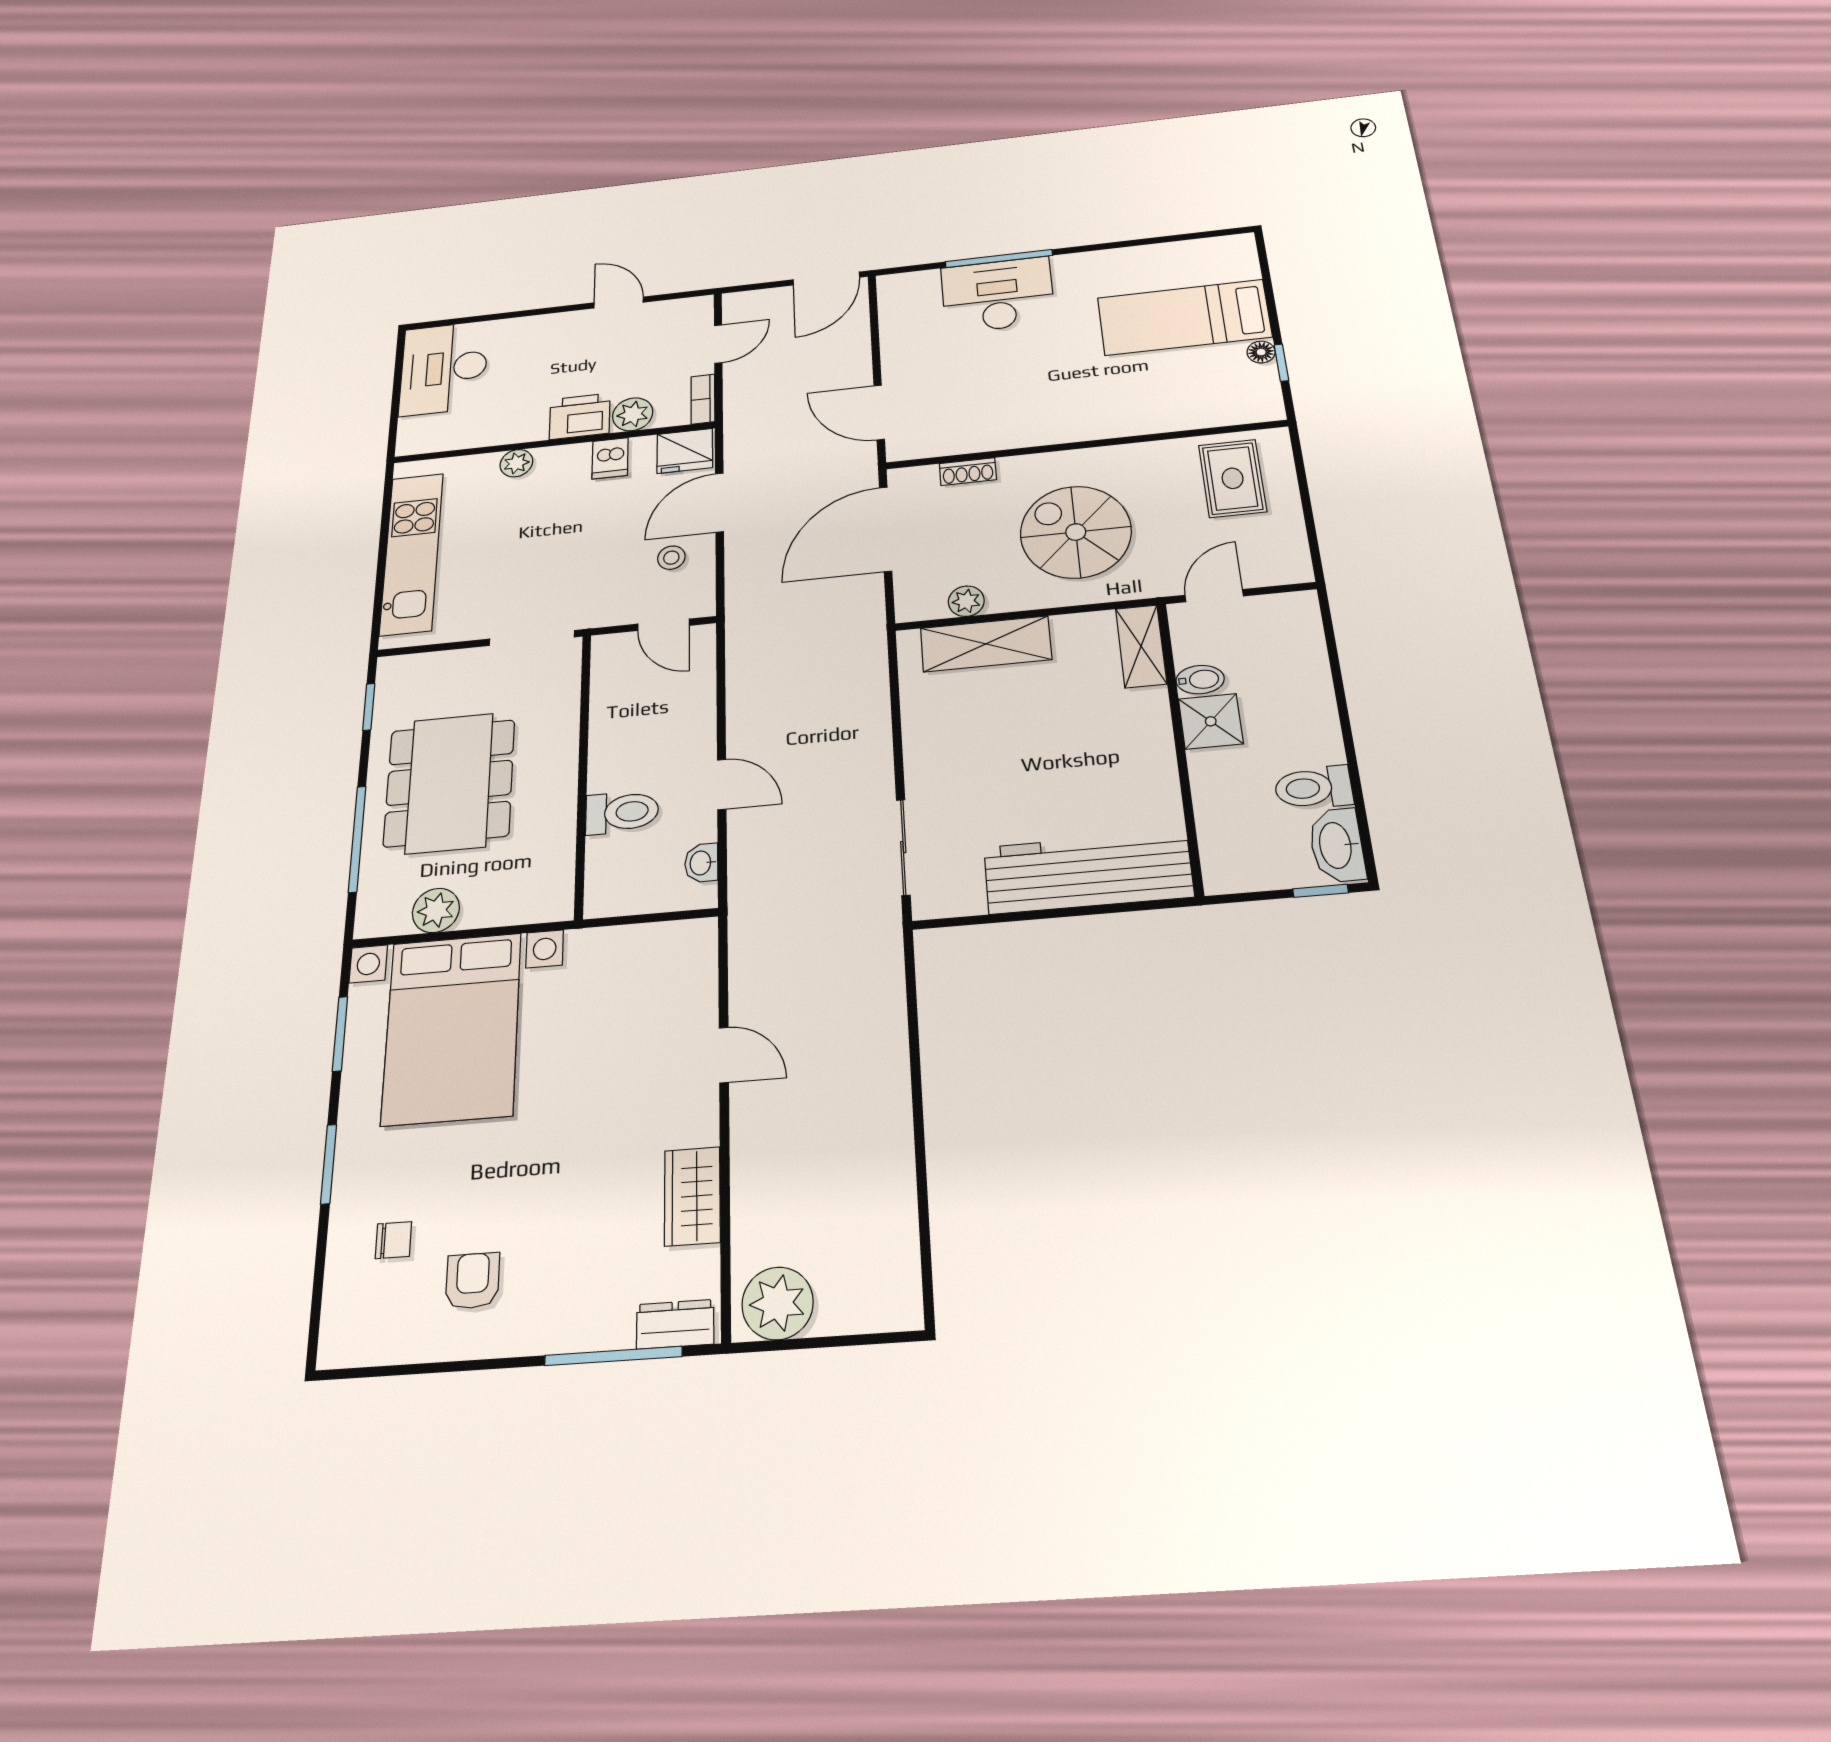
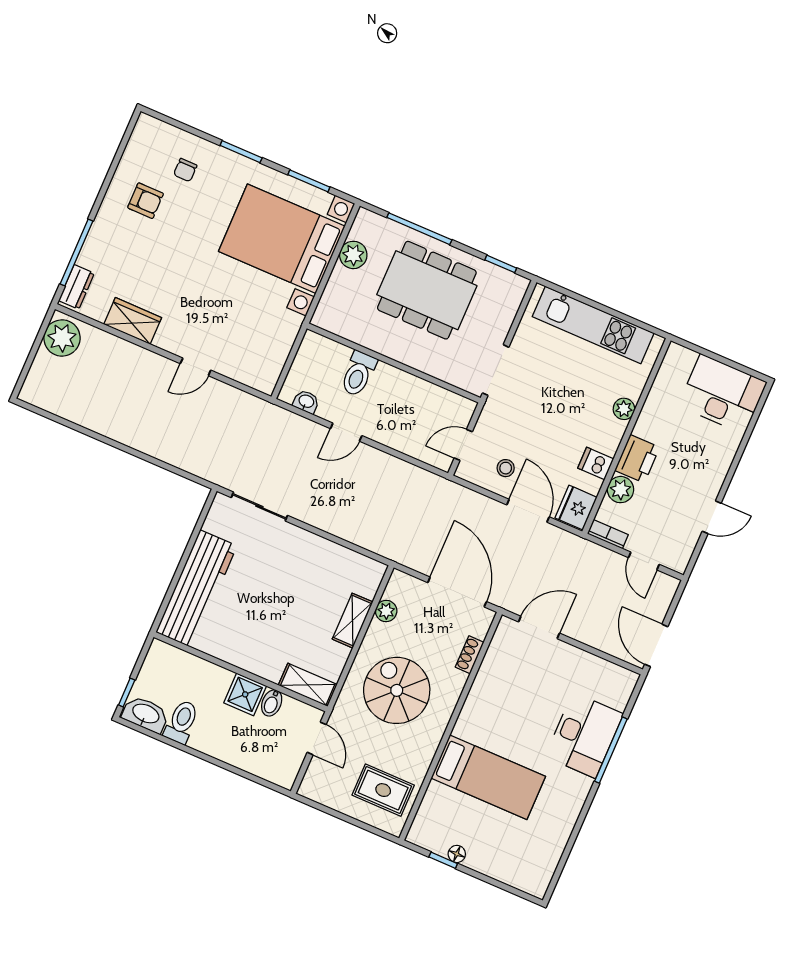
bed: (1184, 317) -> (488, 777), moved, turned 90
spiral stairs: (1076, 532) -> (397, 690), turned -90
shelving: (986, 644) -> (353, 621), width x0.67, depth x0.75

